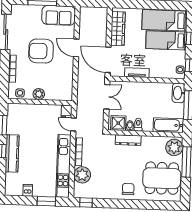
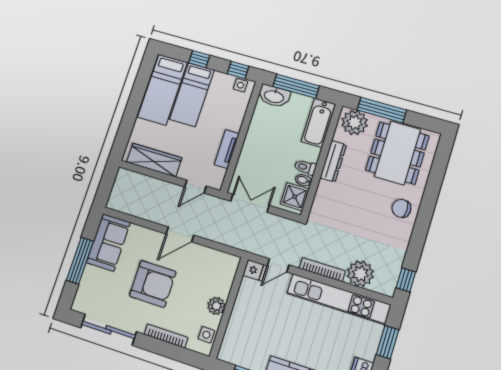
door: (76, 48) -> (180, 234), moved
armchair: (41, 51) -> (153, 284), turned -90
door: (108, 60) -> (195, 187), width x0.53
dresser: (128, 140) -> (333, 161), moved

